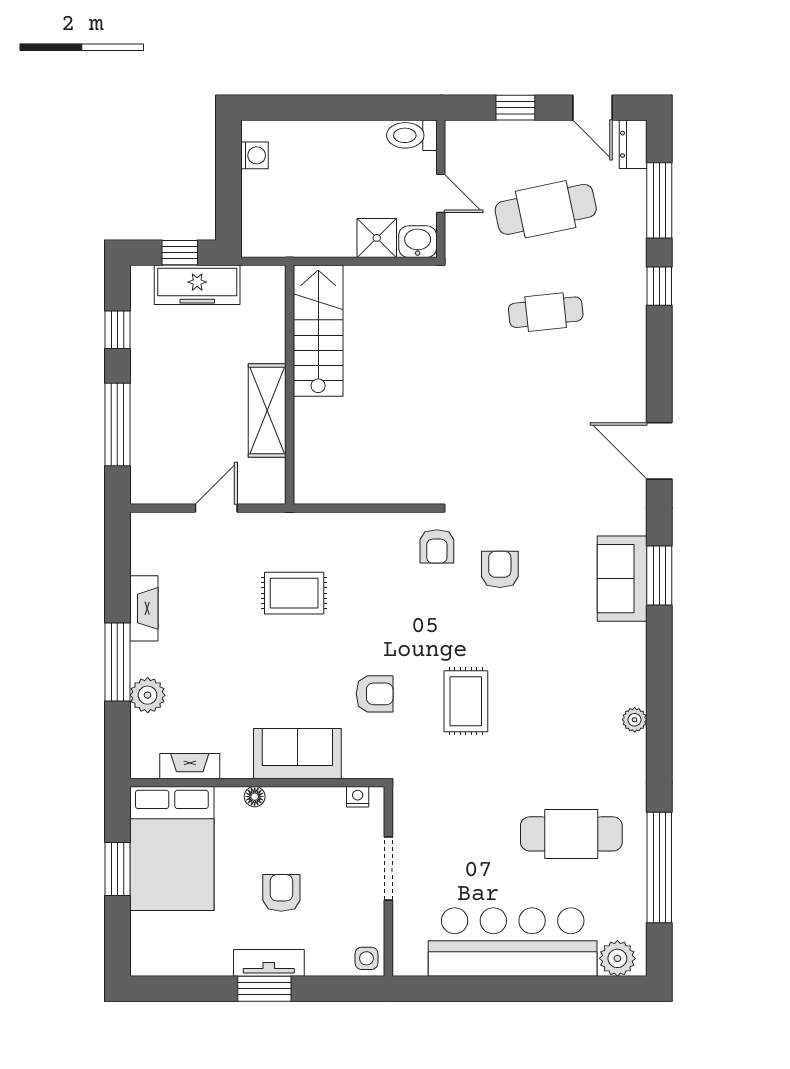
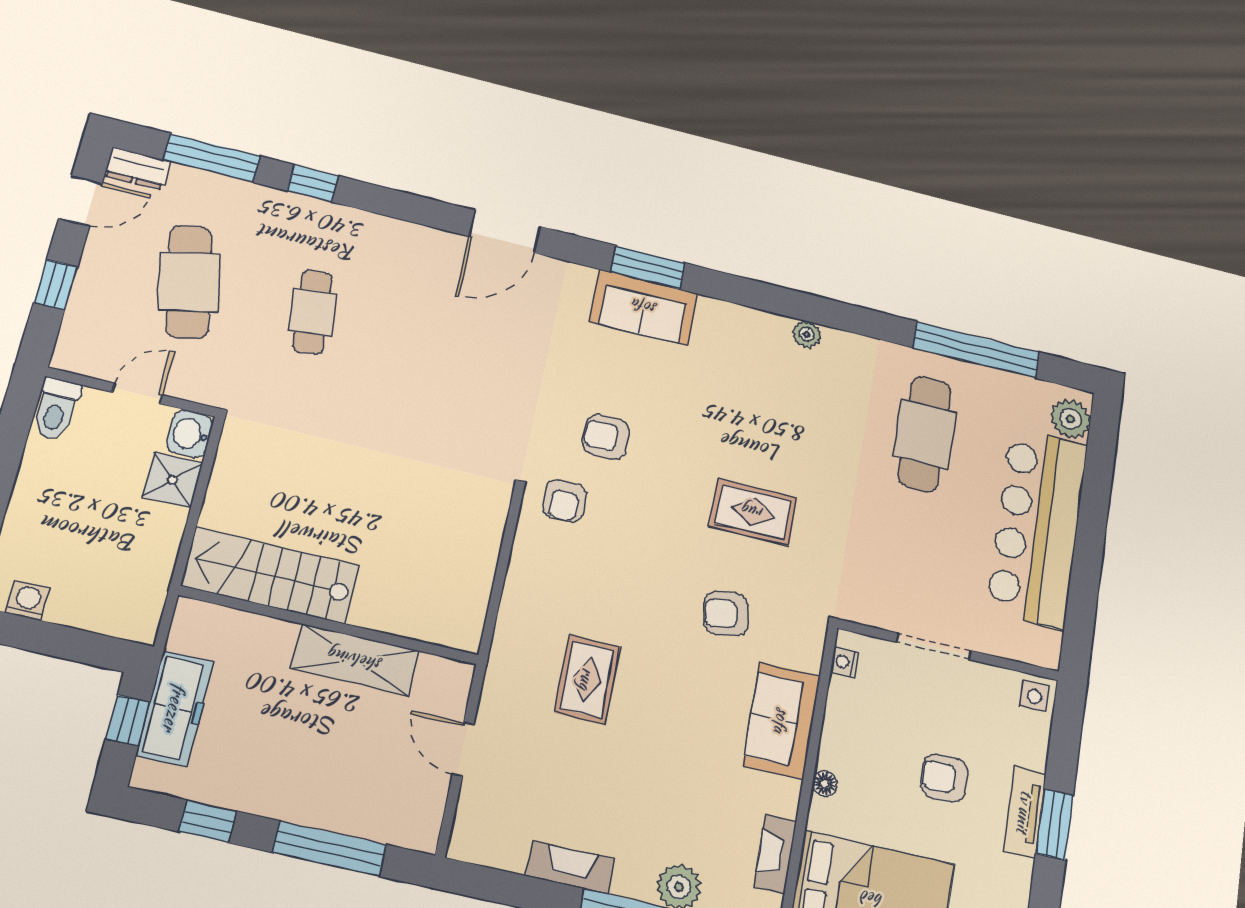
armchair: (437, 546) -> (564, 501), turned 90
armchair: (375, 694) -> (726, 614), turned -100

